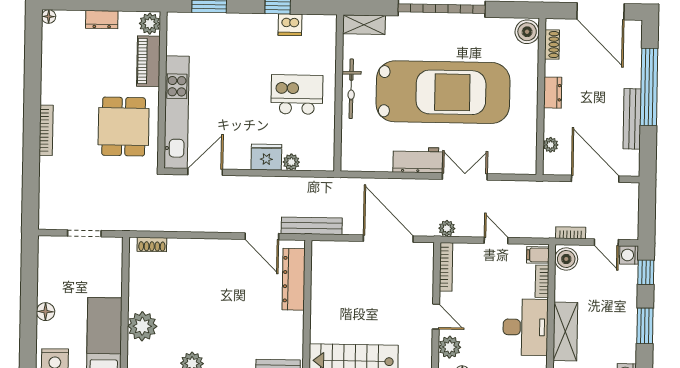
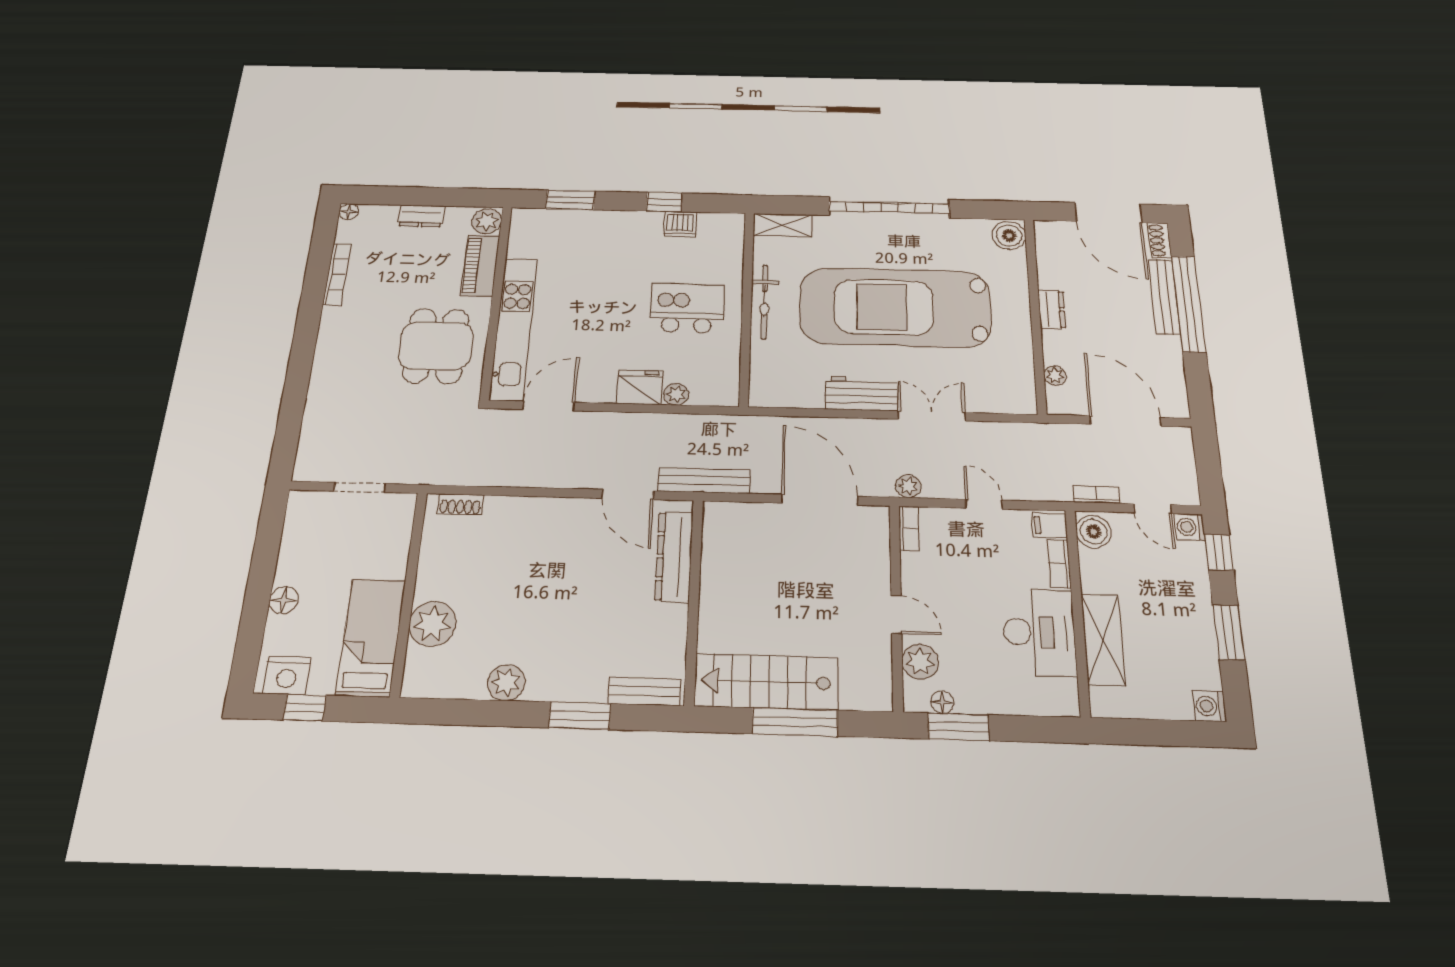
shoe rack: (552, 45) -> (1160, 240), moved, turned 180
car: (443, 92) -> (895, 307), turned 180
bench: (632, 119) -> (1164, 297), moved
bookcase: (46, 130) -> (337, 274), moved
bookcase: (446, 267) -> (909, 528), width x0.64

